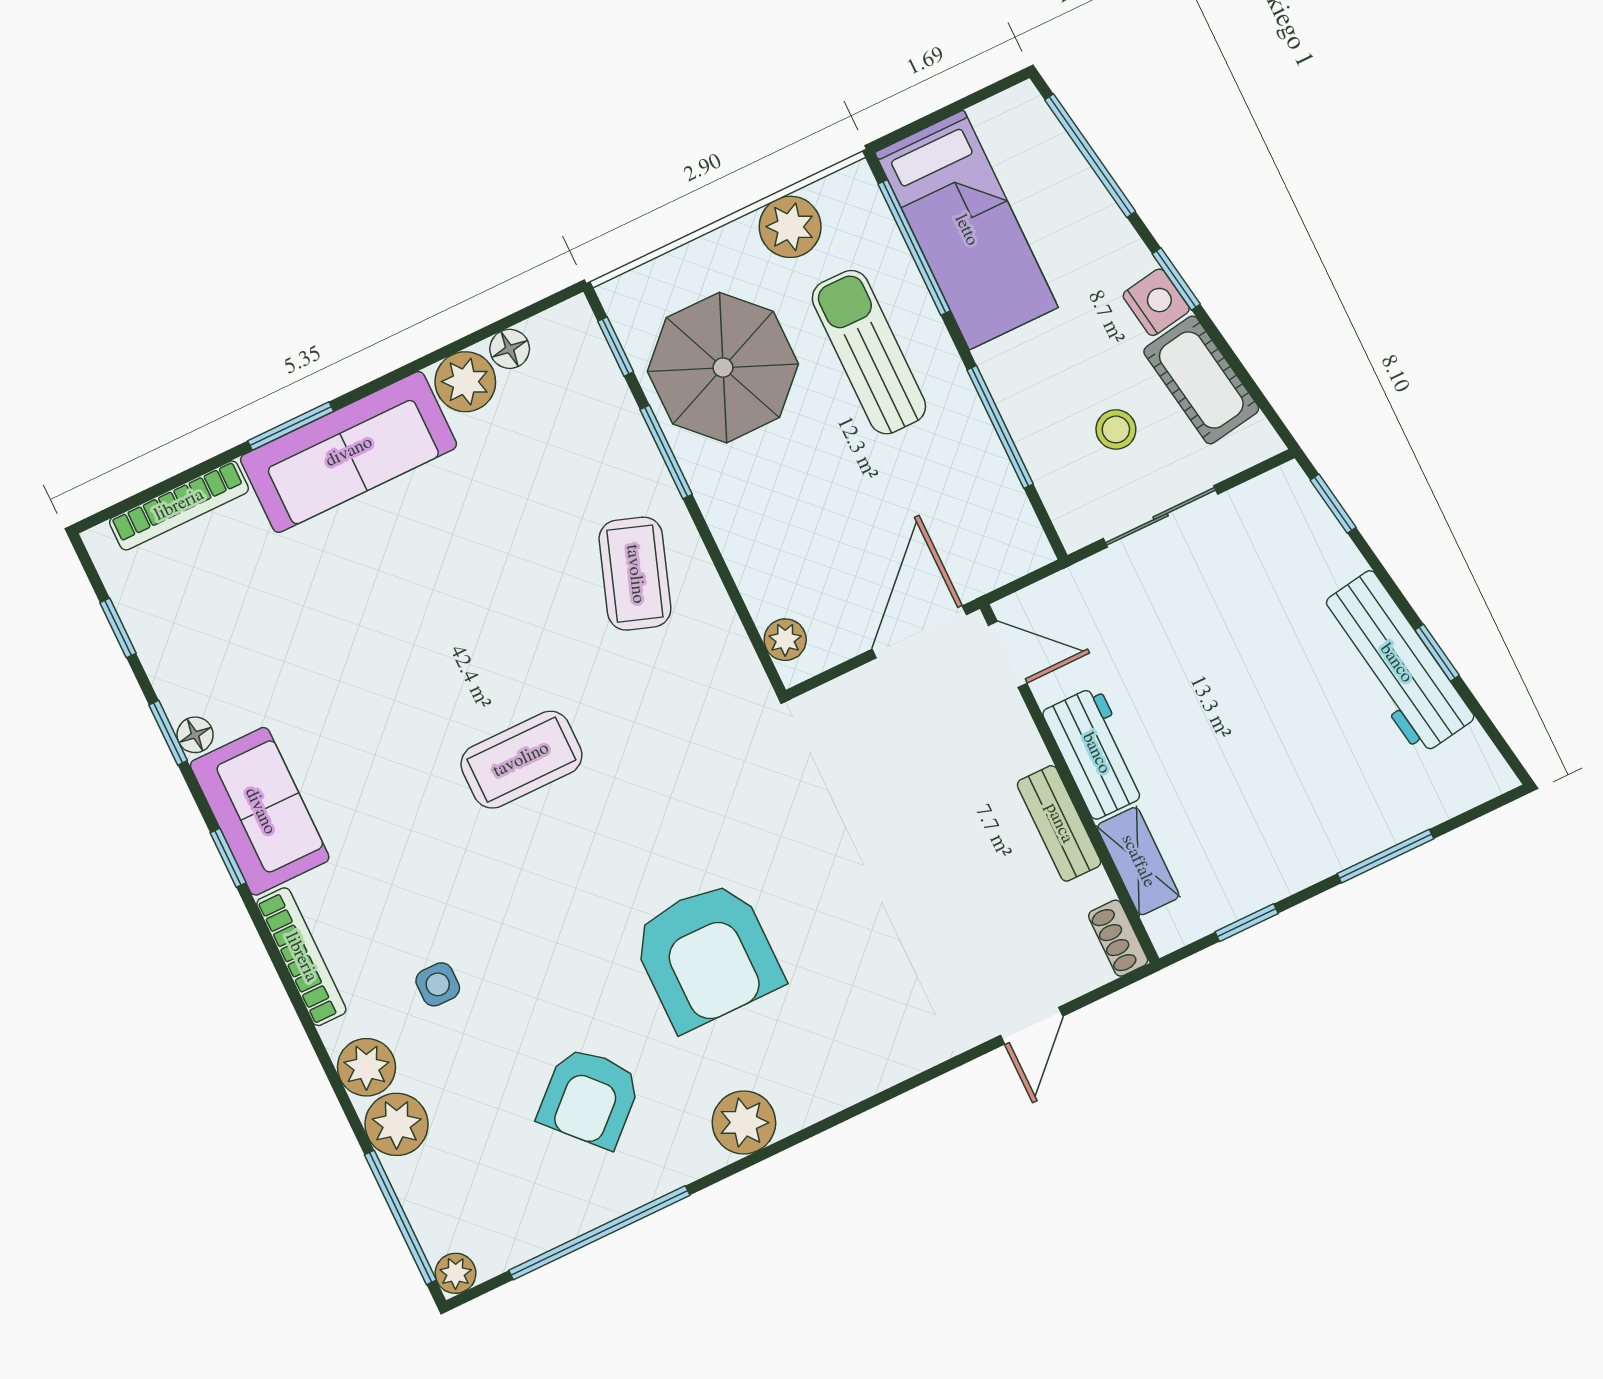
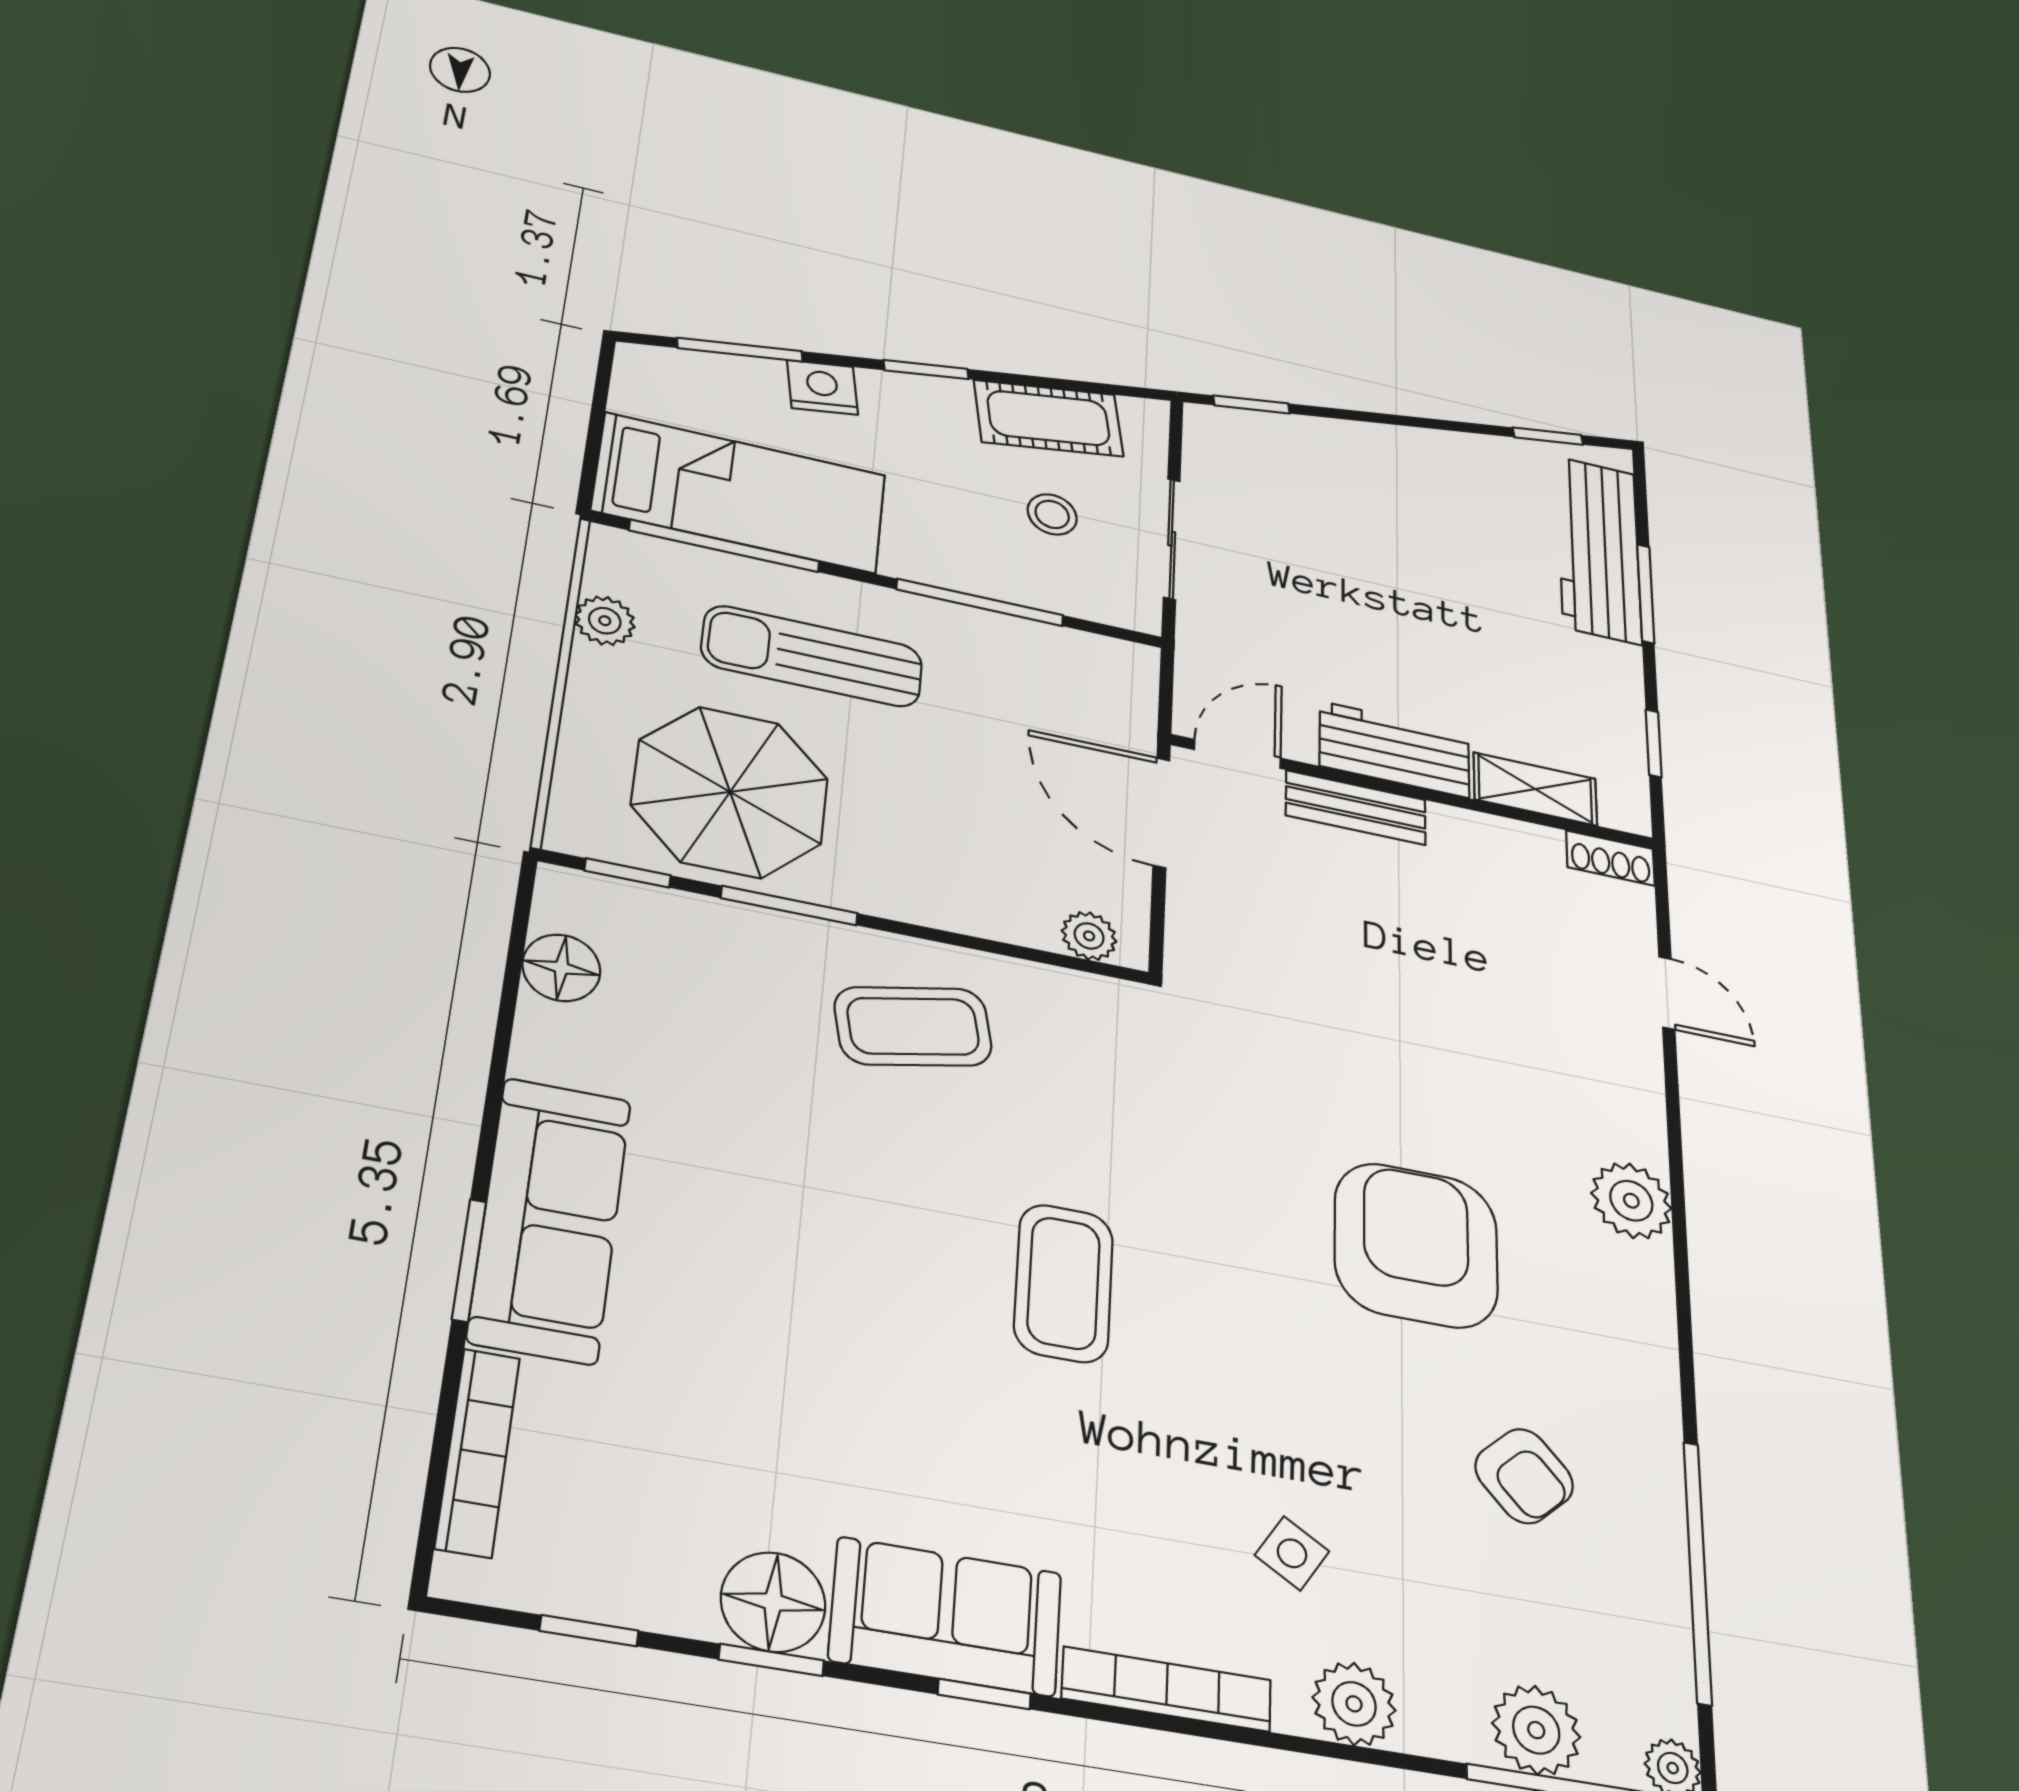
window: (1090, 156) -> (740, 350), width x0.69
plant: (790, 227) -> (605, 621), width x0.73, depth x0.73
nightstand: (1156, 302) -> (822, 387), moved
floor lamp: (510, 349) -> (561, 968), width x1.37, depth x1.37
plant: (465, 382) -> (555, 1043), removed
coffee table: (635, 574) -> (913, 1026), turned -31
window: (1437, 653) -> (1548, 436), moved
workbench: (1396, 663) -> (1599, 550), moved, turned 99
floor lamp: (195, 735) -> (773, 1602), width x1.89, depth x1.89
bench: (1059, 823) -> (1356, 808), moved
armchair: (707, 955) -> (1416, 1245), turned -90
side table: (438, 984) -> (1292, 1553), turned 32
armchair: (589, 1097) -> (1524, 1476), width x0.72, depth x0.72
plant: (744, 1122) -> (1631, 1201), moved
plant: (397, 1124) -> (1536, 1730), moved

